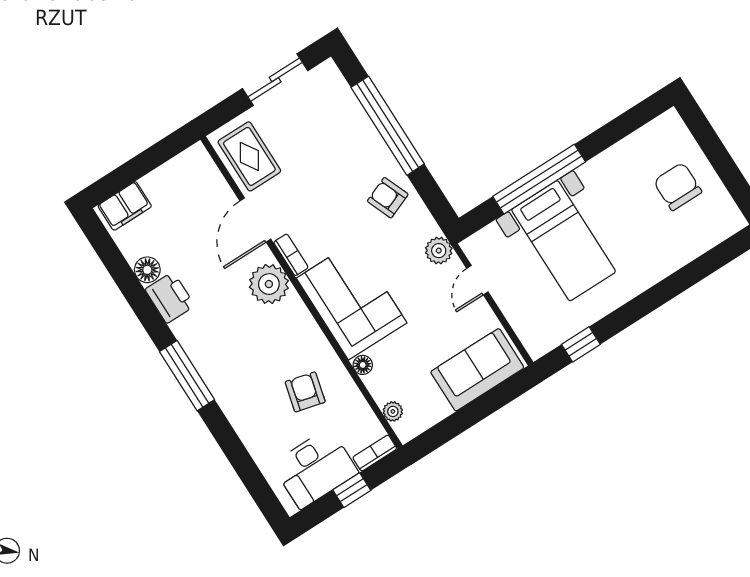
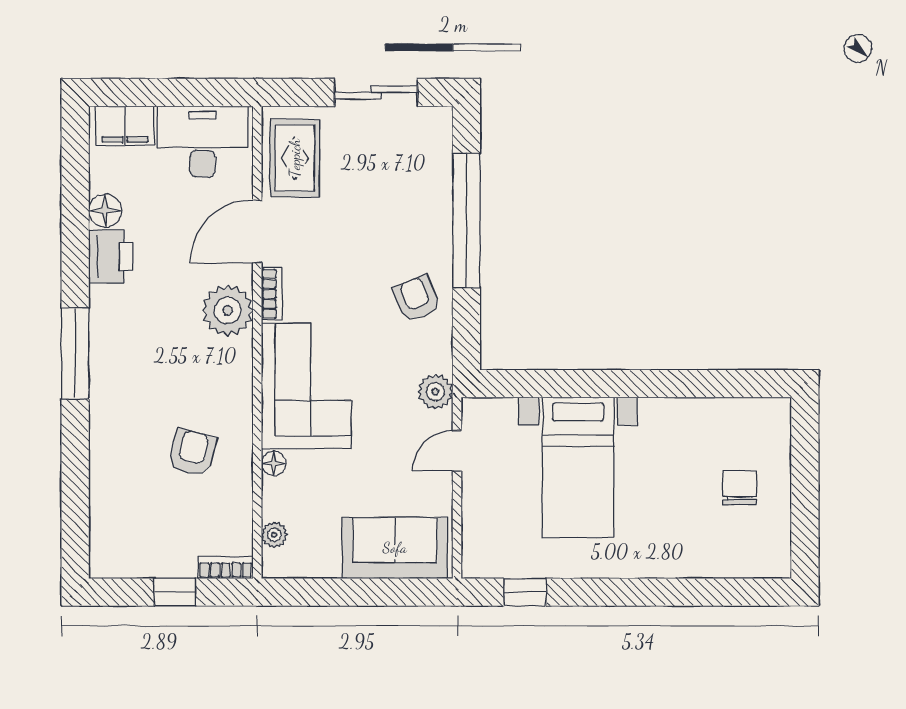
window: (539, 179) -> (594, 384), removed
chair: (678, 187) -> (740, 488), width x0.73, depth x0.73
desk: (315, 468) -> (203, 142), moved, turned 180

